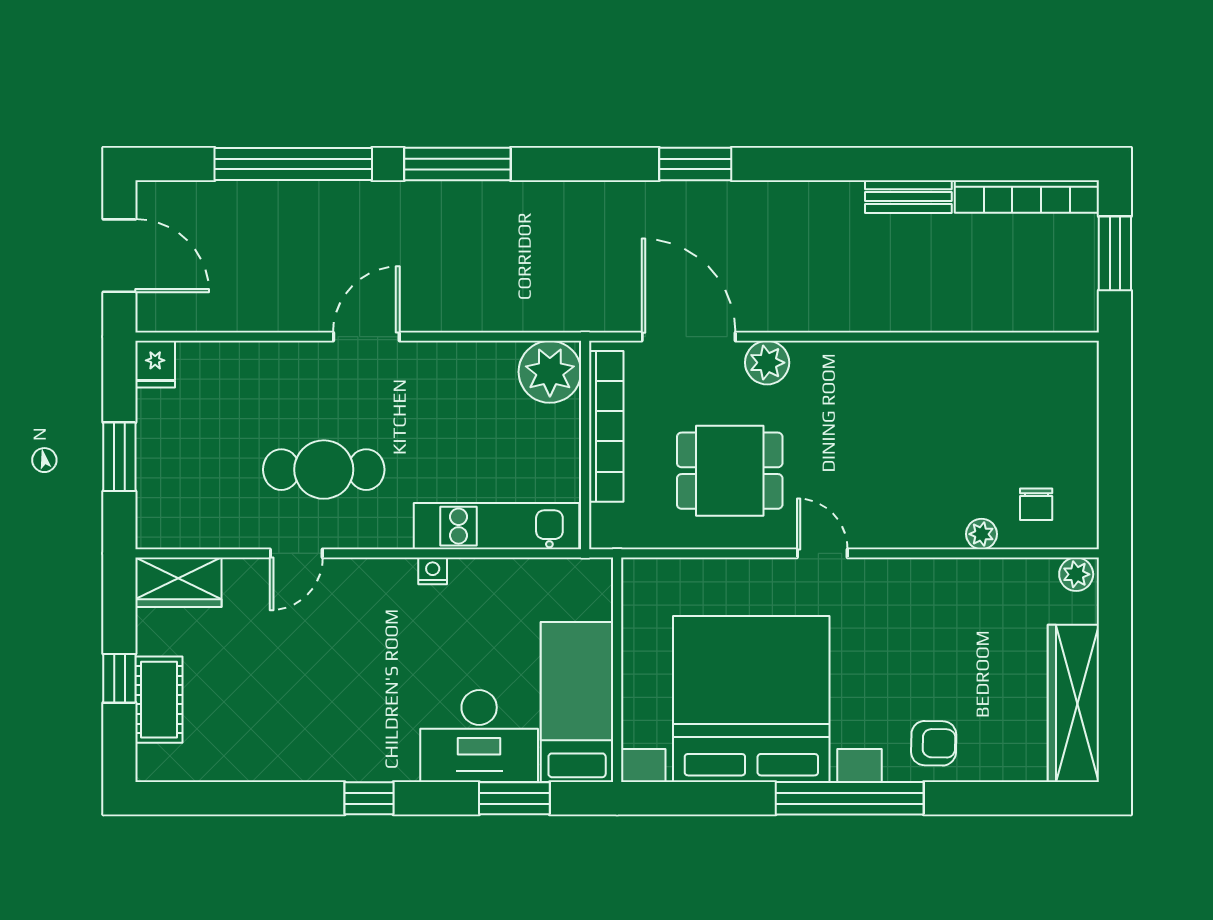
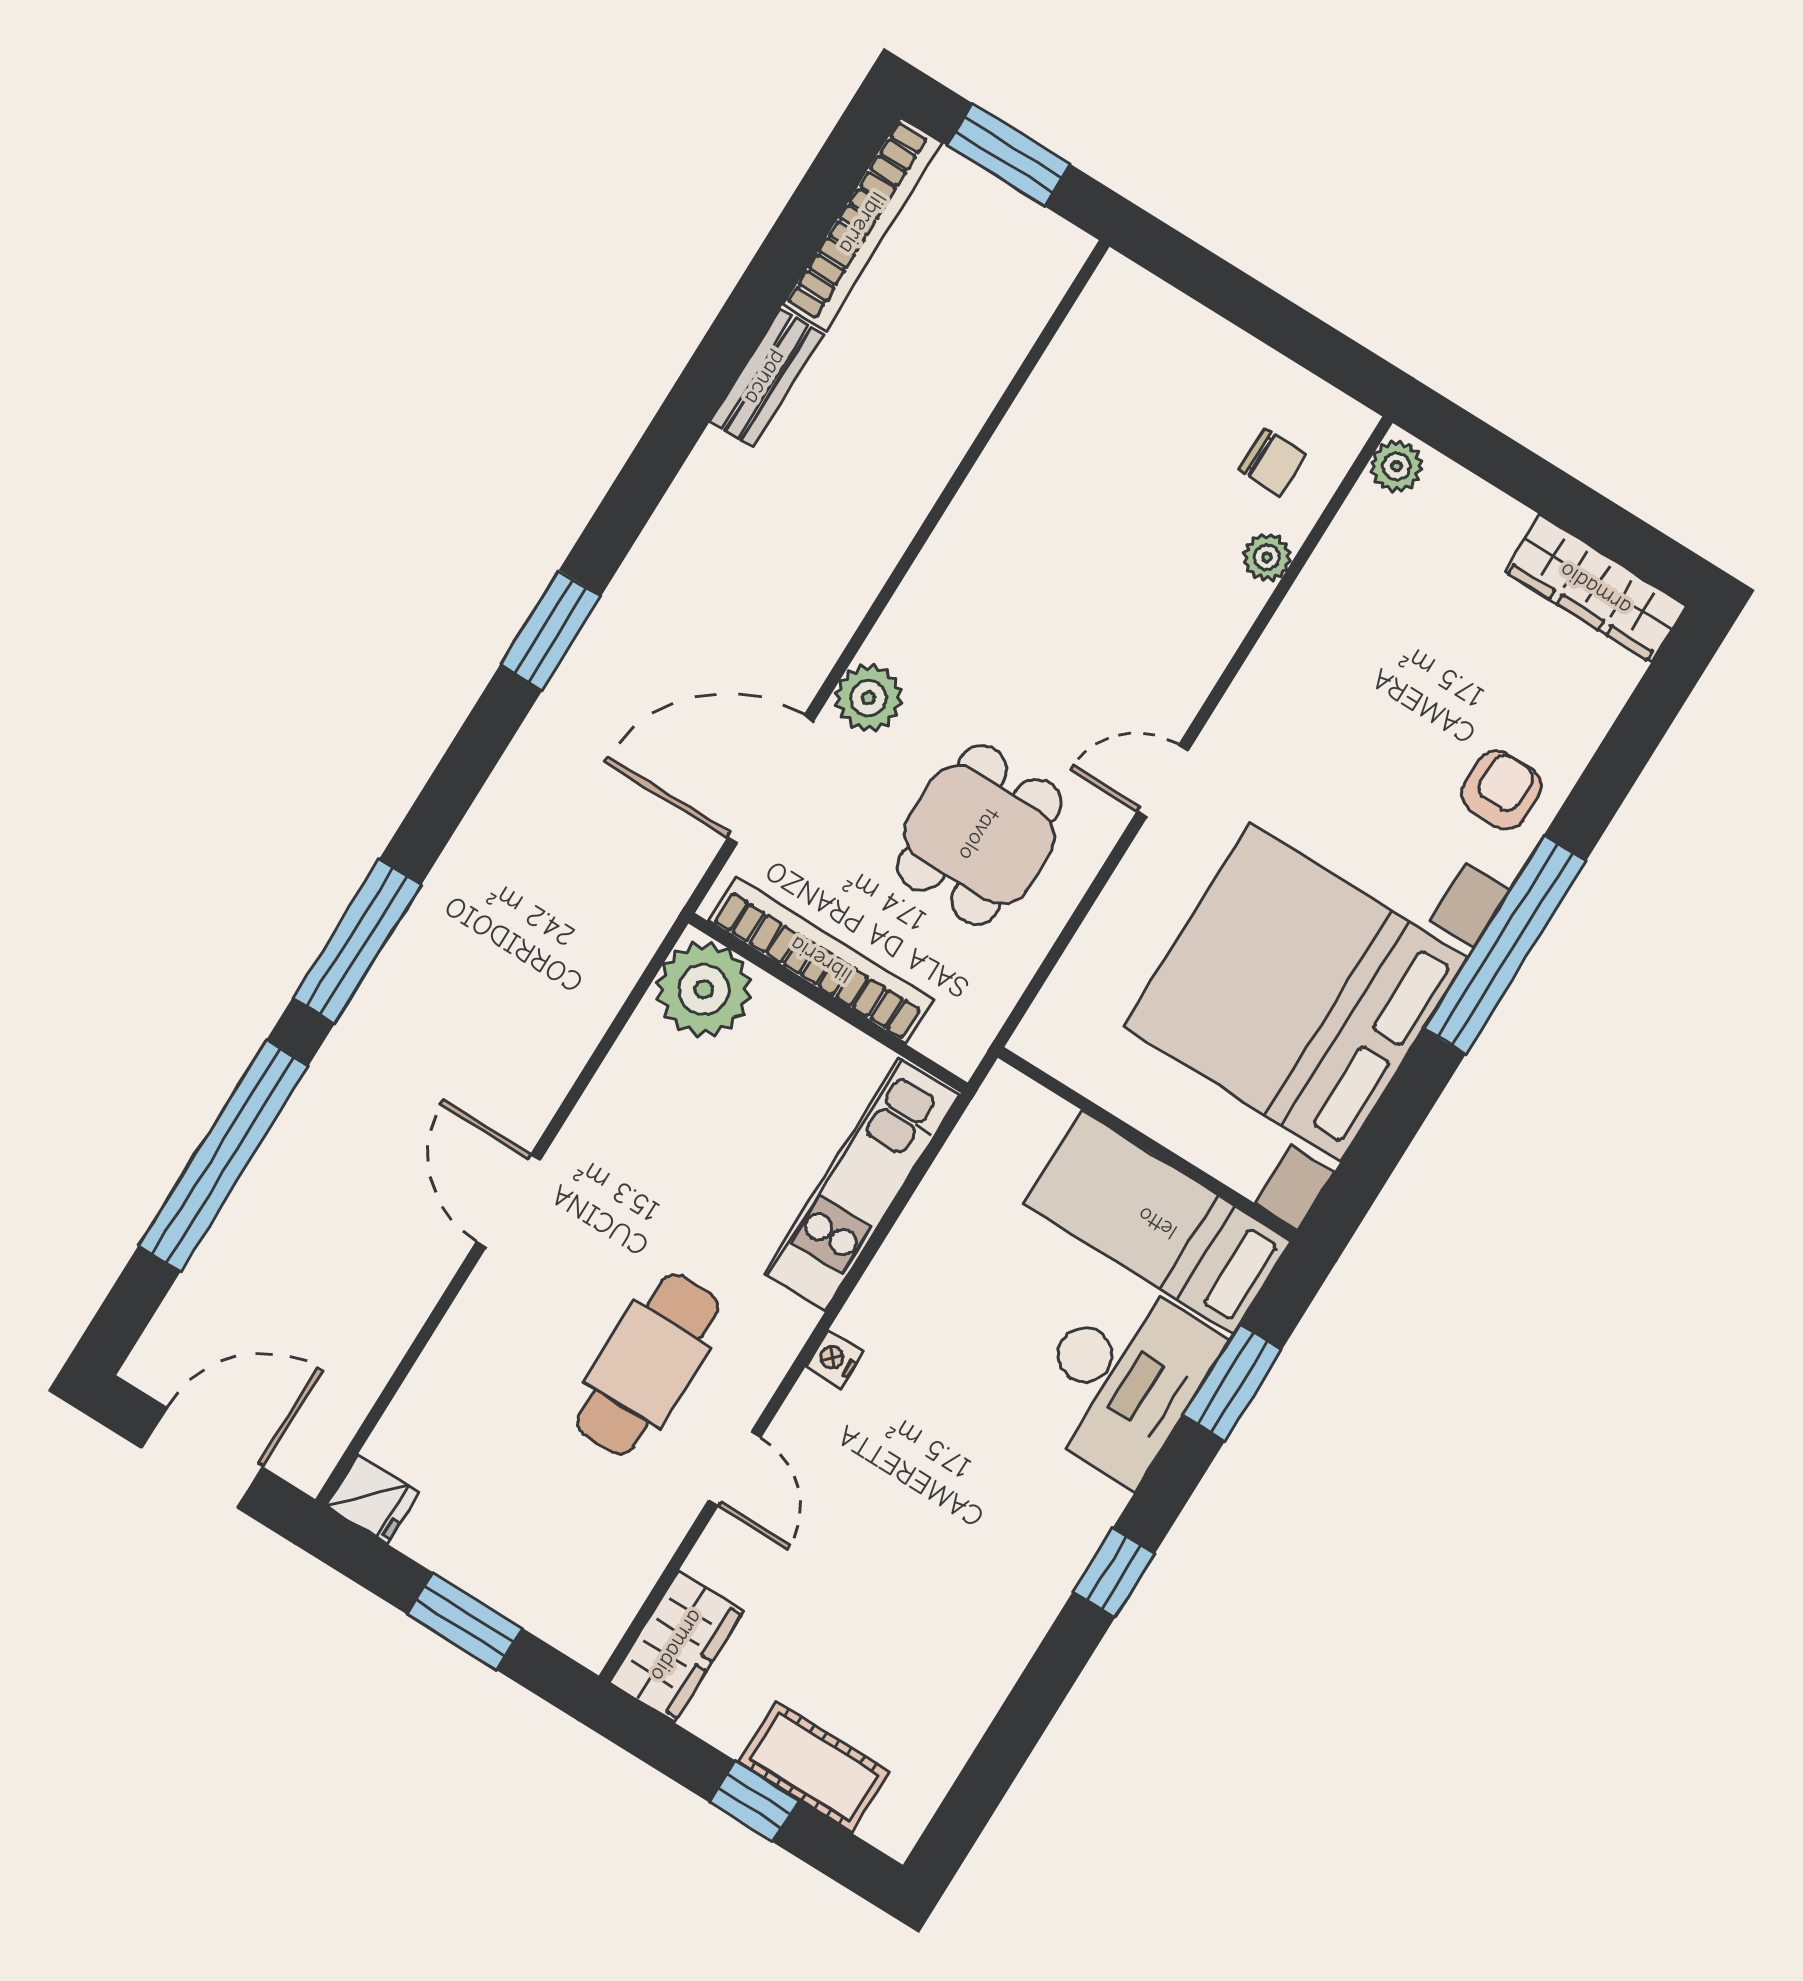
nightstand: (433, 571) -> (835, 1359), moved
wardrobe: (1073, 703) -> (1595, 589), width x0.71, depth x0.85

